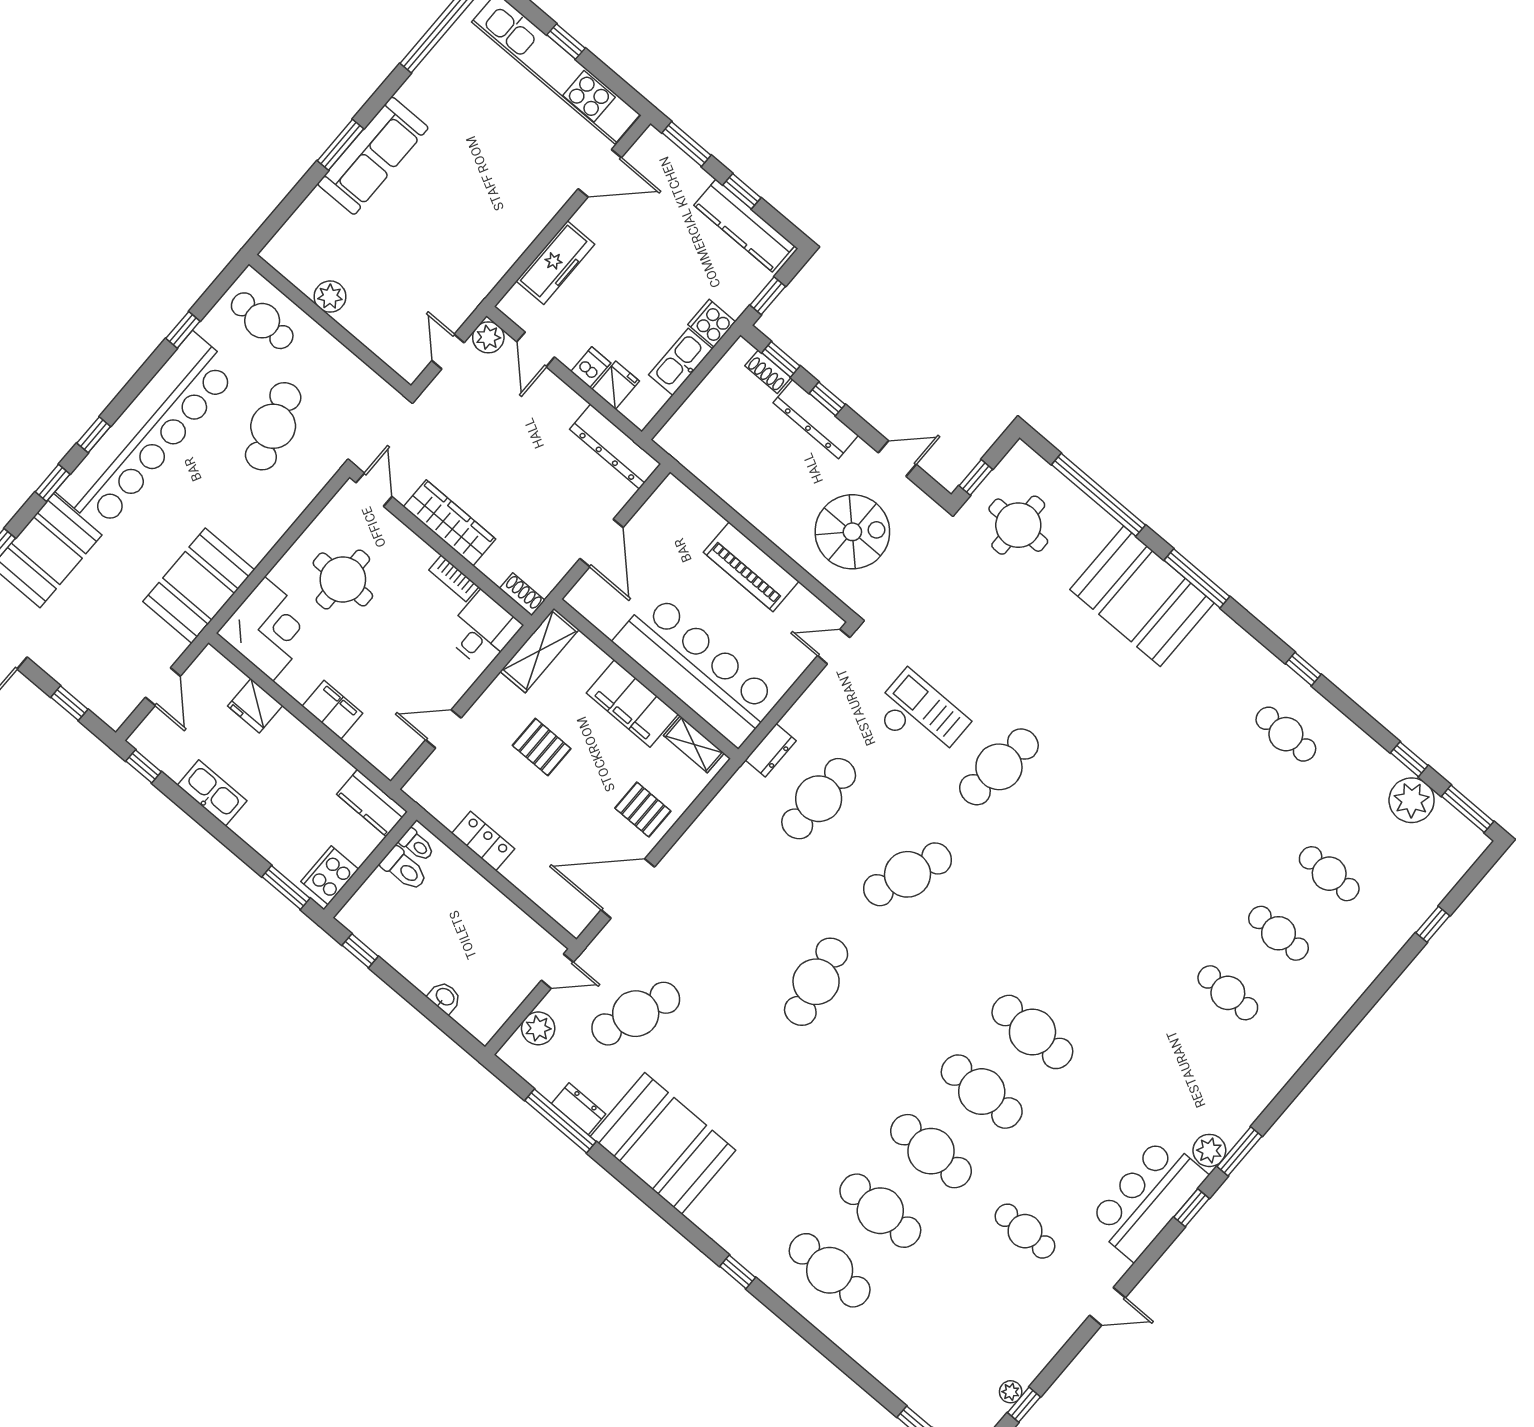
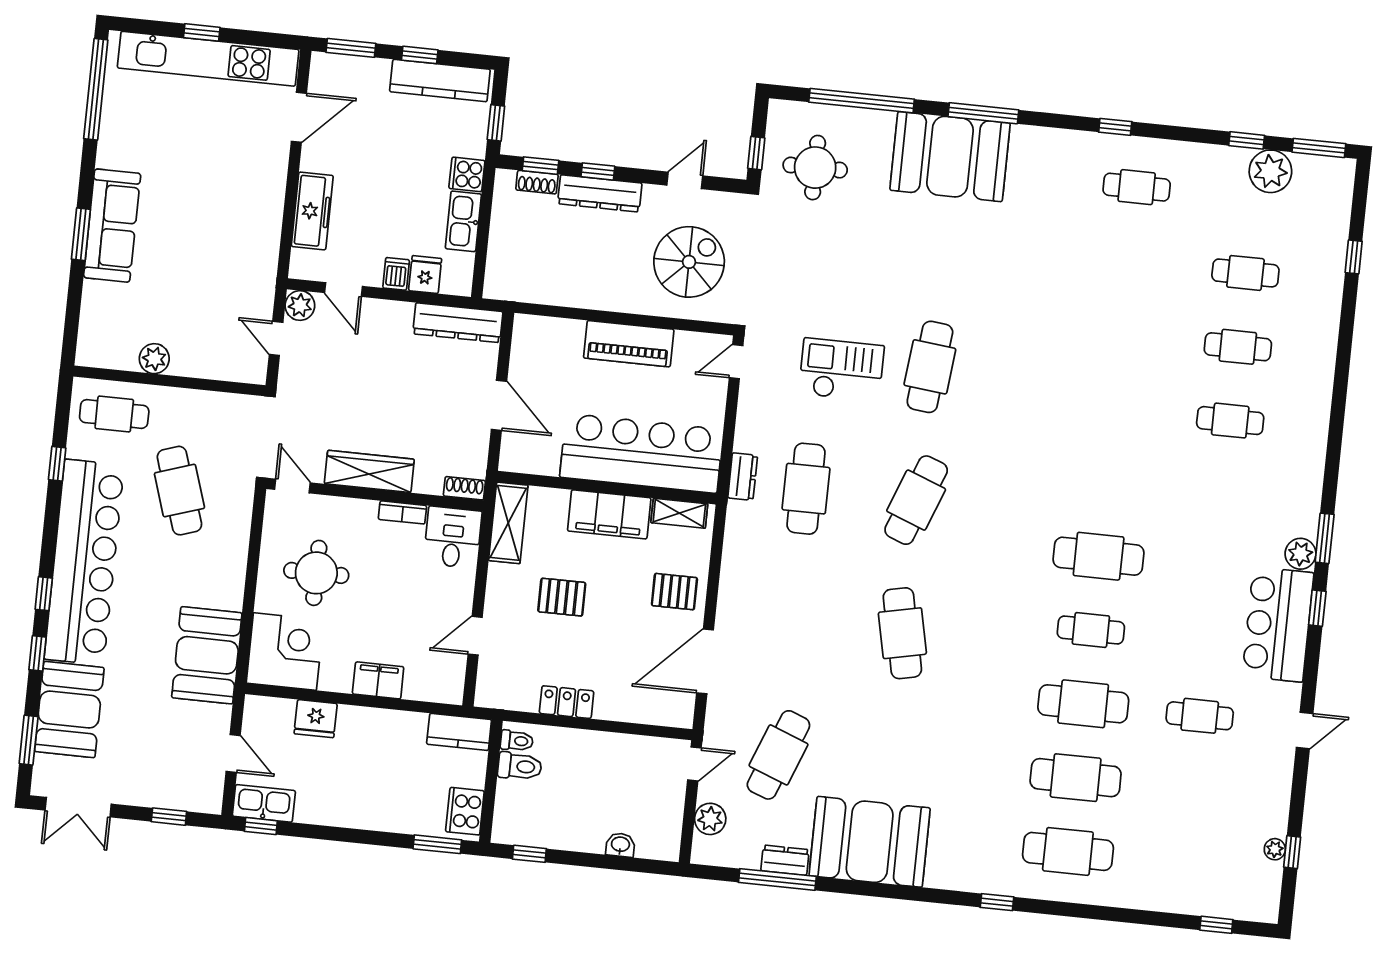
kitchen sink: (212, 793) -> (264, 803), moved
cafe table: (982, 1092) -> (1091, 630), width x0.73, depth x0.74

